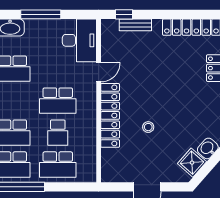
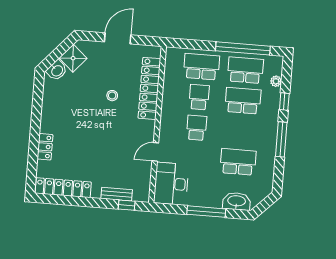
school desk: (58, 101) -> (197, 128), width x0.54
locker: (110, 115) -> (149, 88), moved

